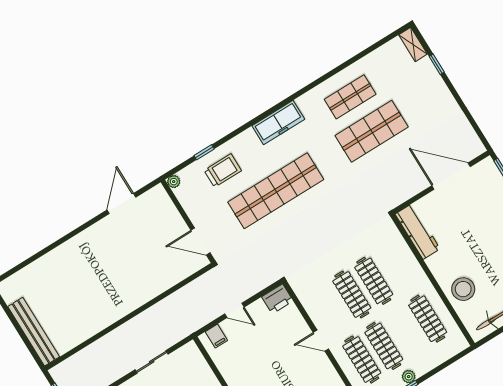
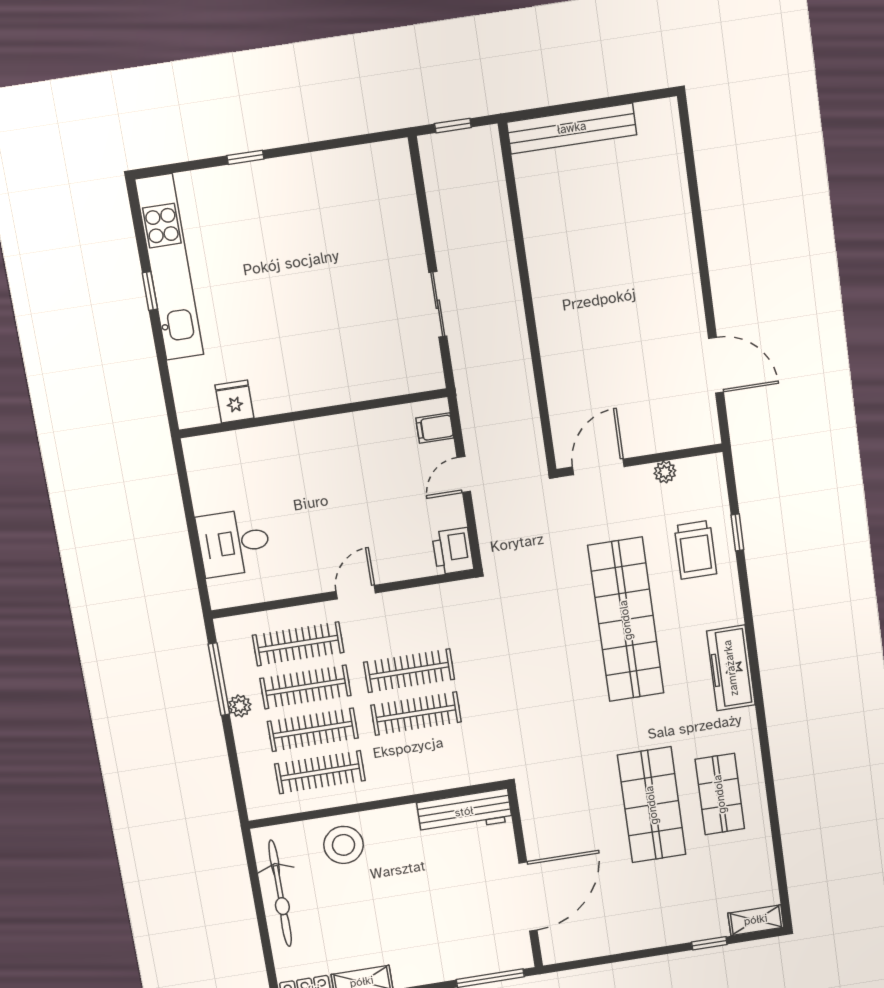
plant: (174, 182) -> (665, 472), moved
clothes rail: (406, 332) -> (313, 730), added

